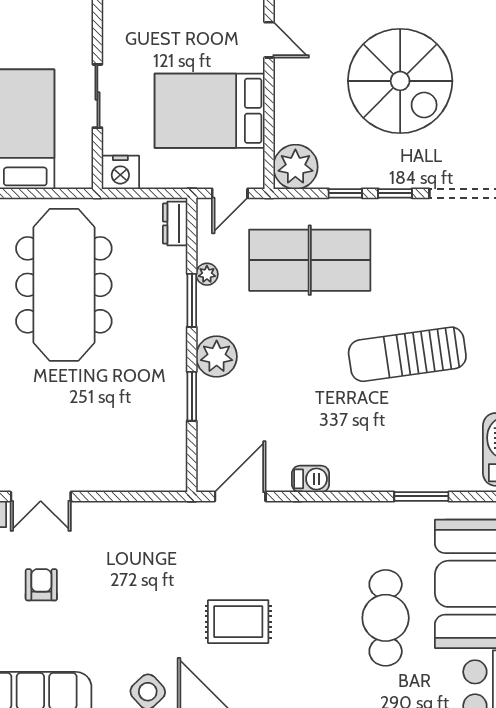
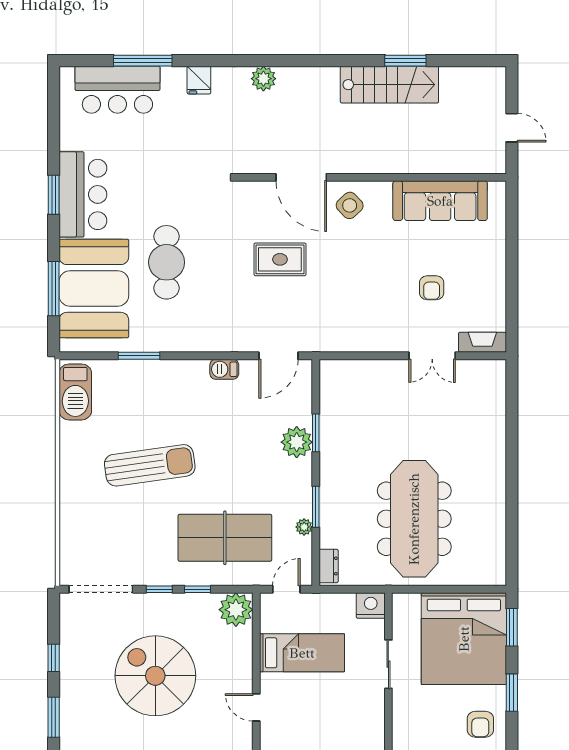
bed: (210, 111) -> (302, 653), width x0.67
plant: (217, 356) -> (297, 442), moved
double door: (41, 496) -> (432, 356), swing flipped

